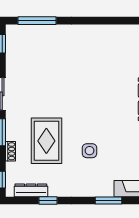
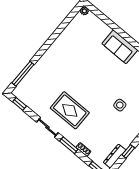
rug: (46, 141) -> (70, 110), moved

